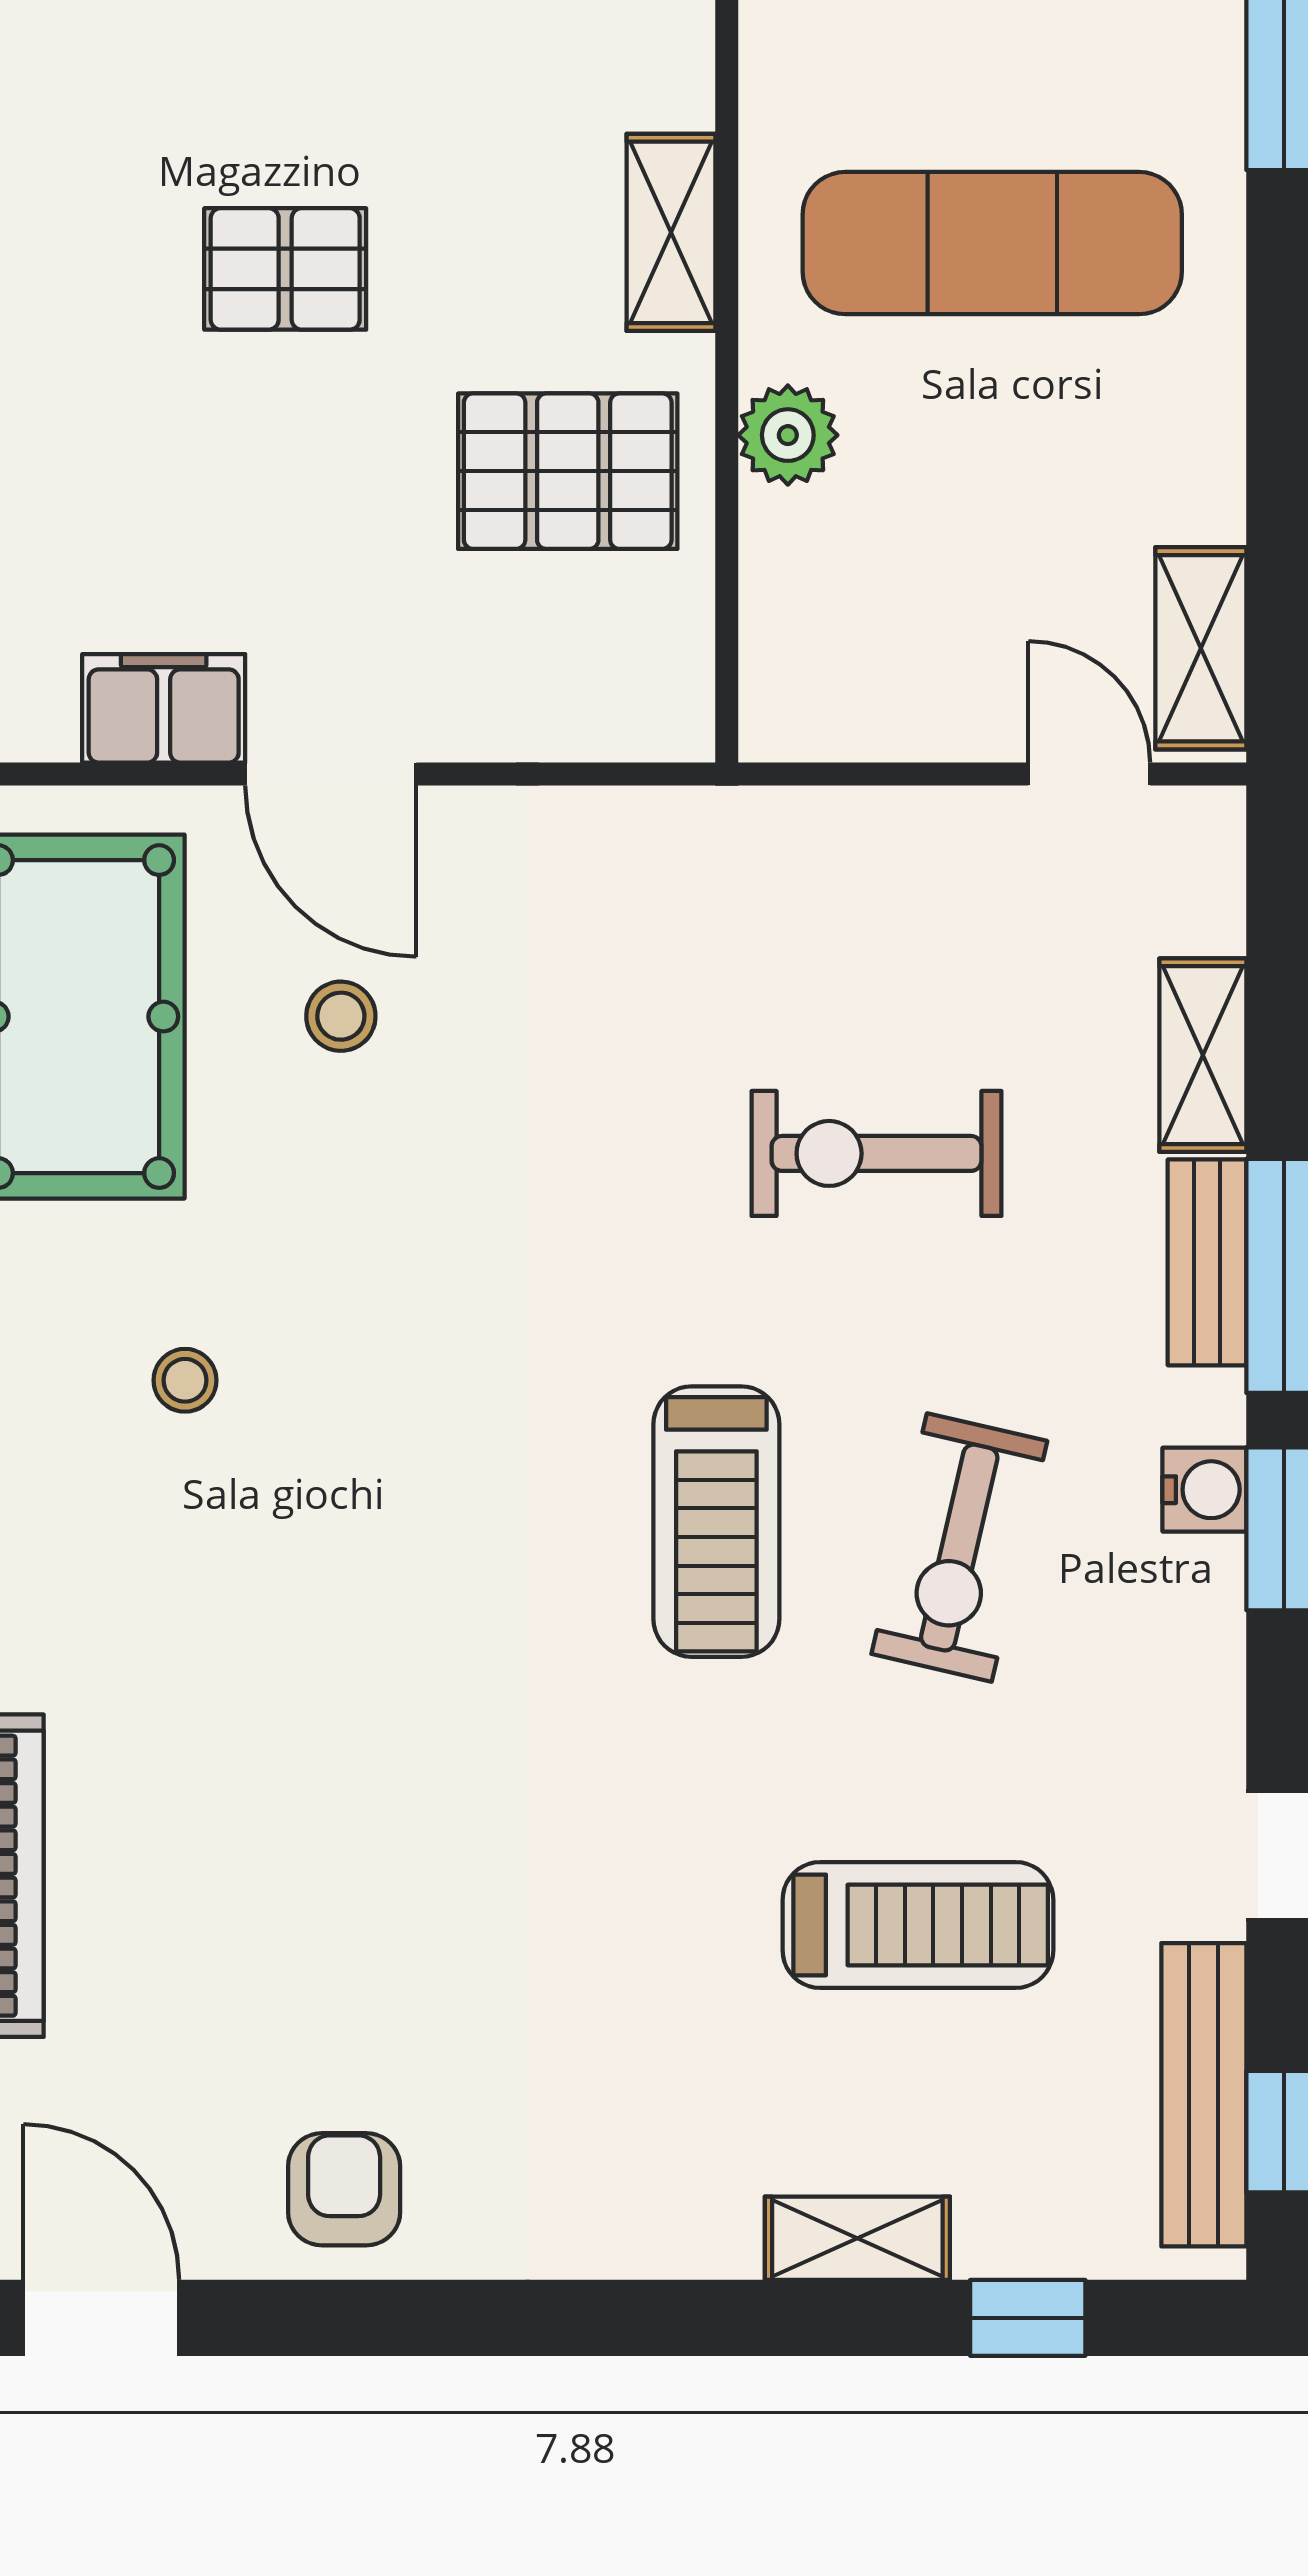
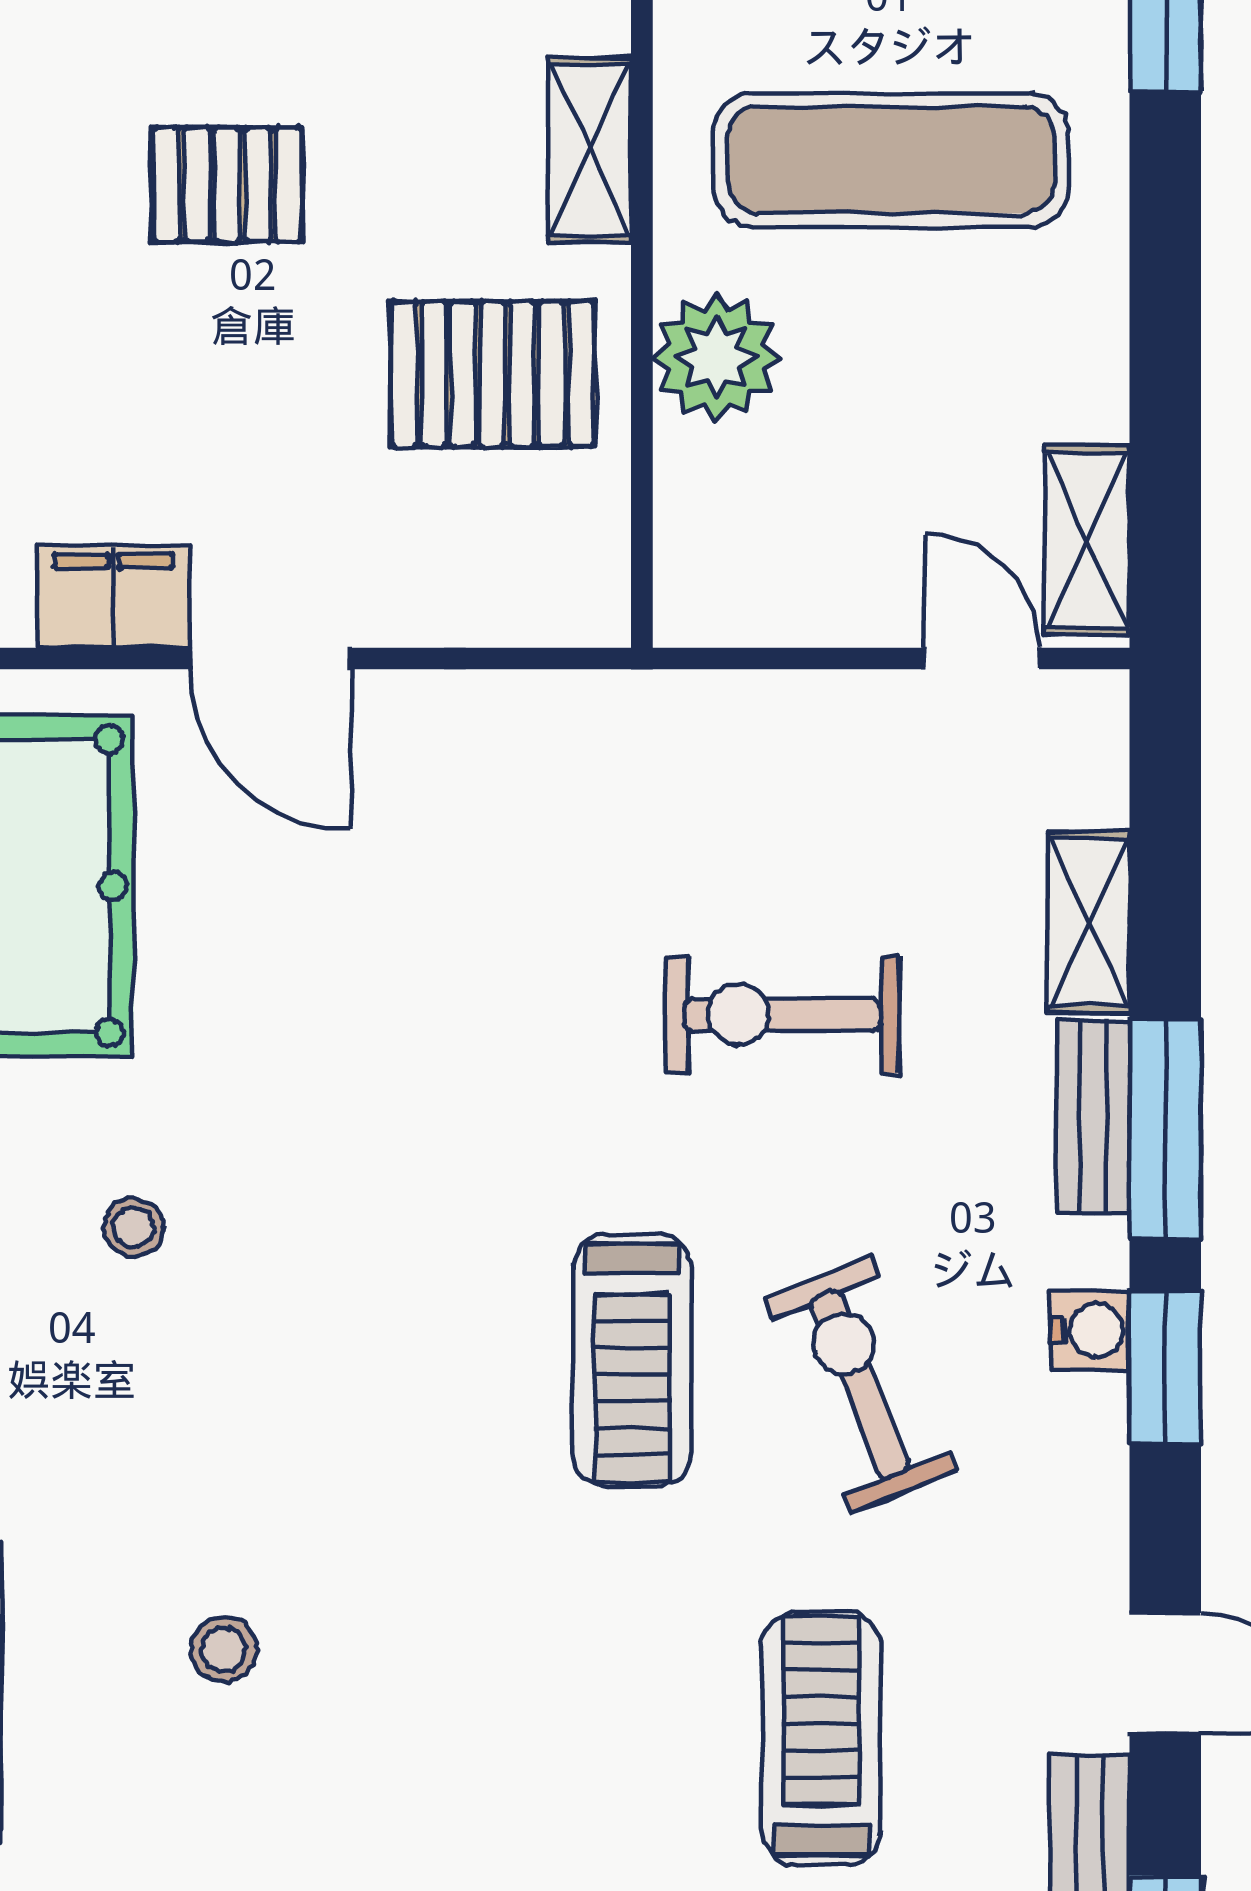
plant: (788, 435) -> (716, 357), width x1.36, depth x1.36
stool: (341, 1016) -> (224, 1649), moved
exercise bike: (959, 1547) -> (860, 1384), turned 145
treadmill: (918, 1925) -> (821, 1739), turned -90

